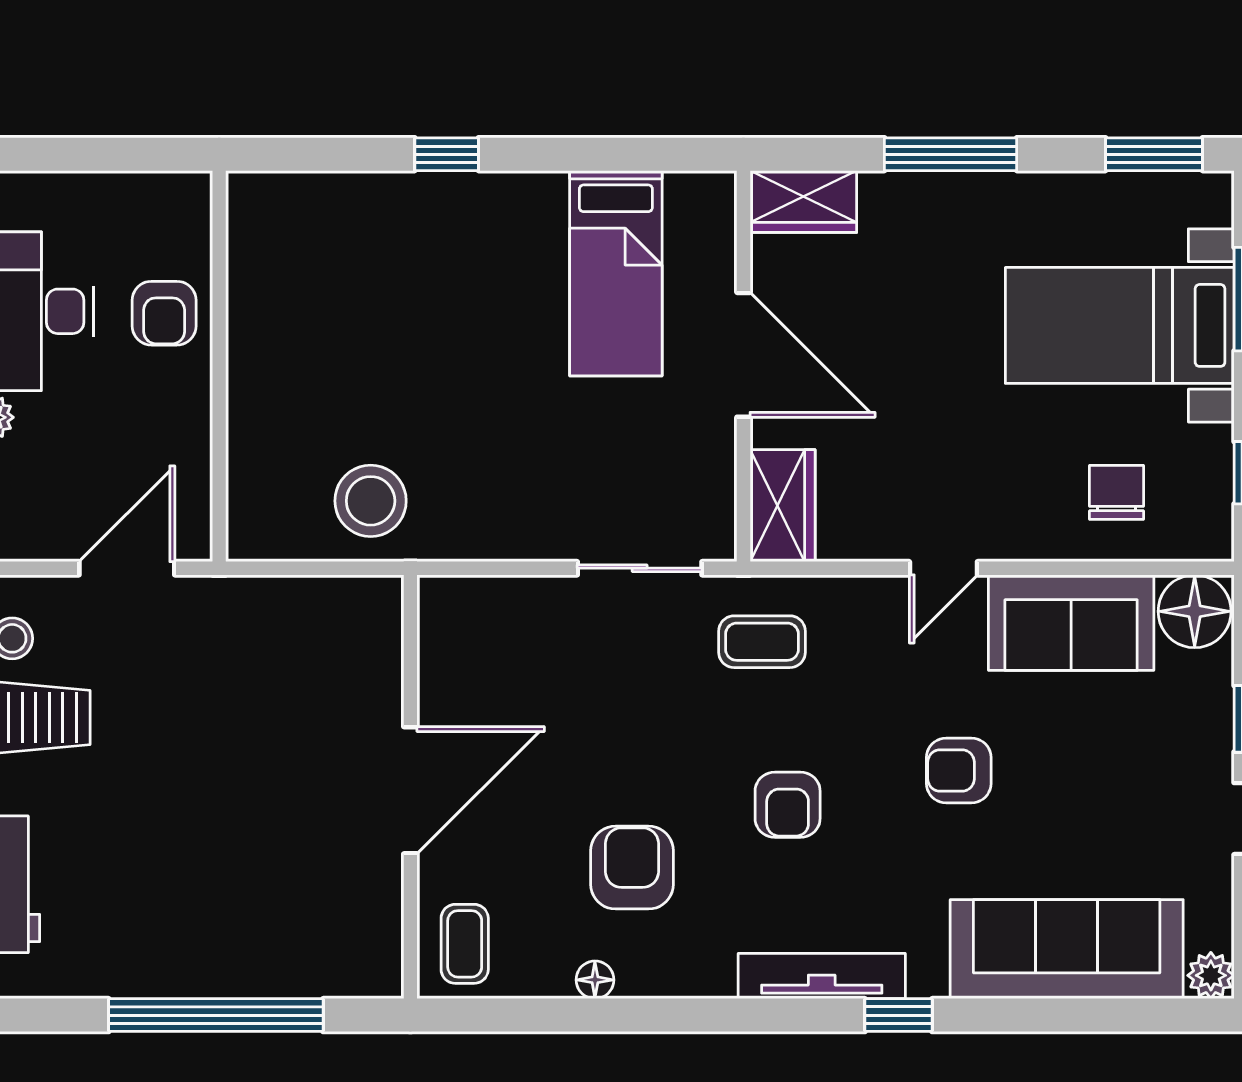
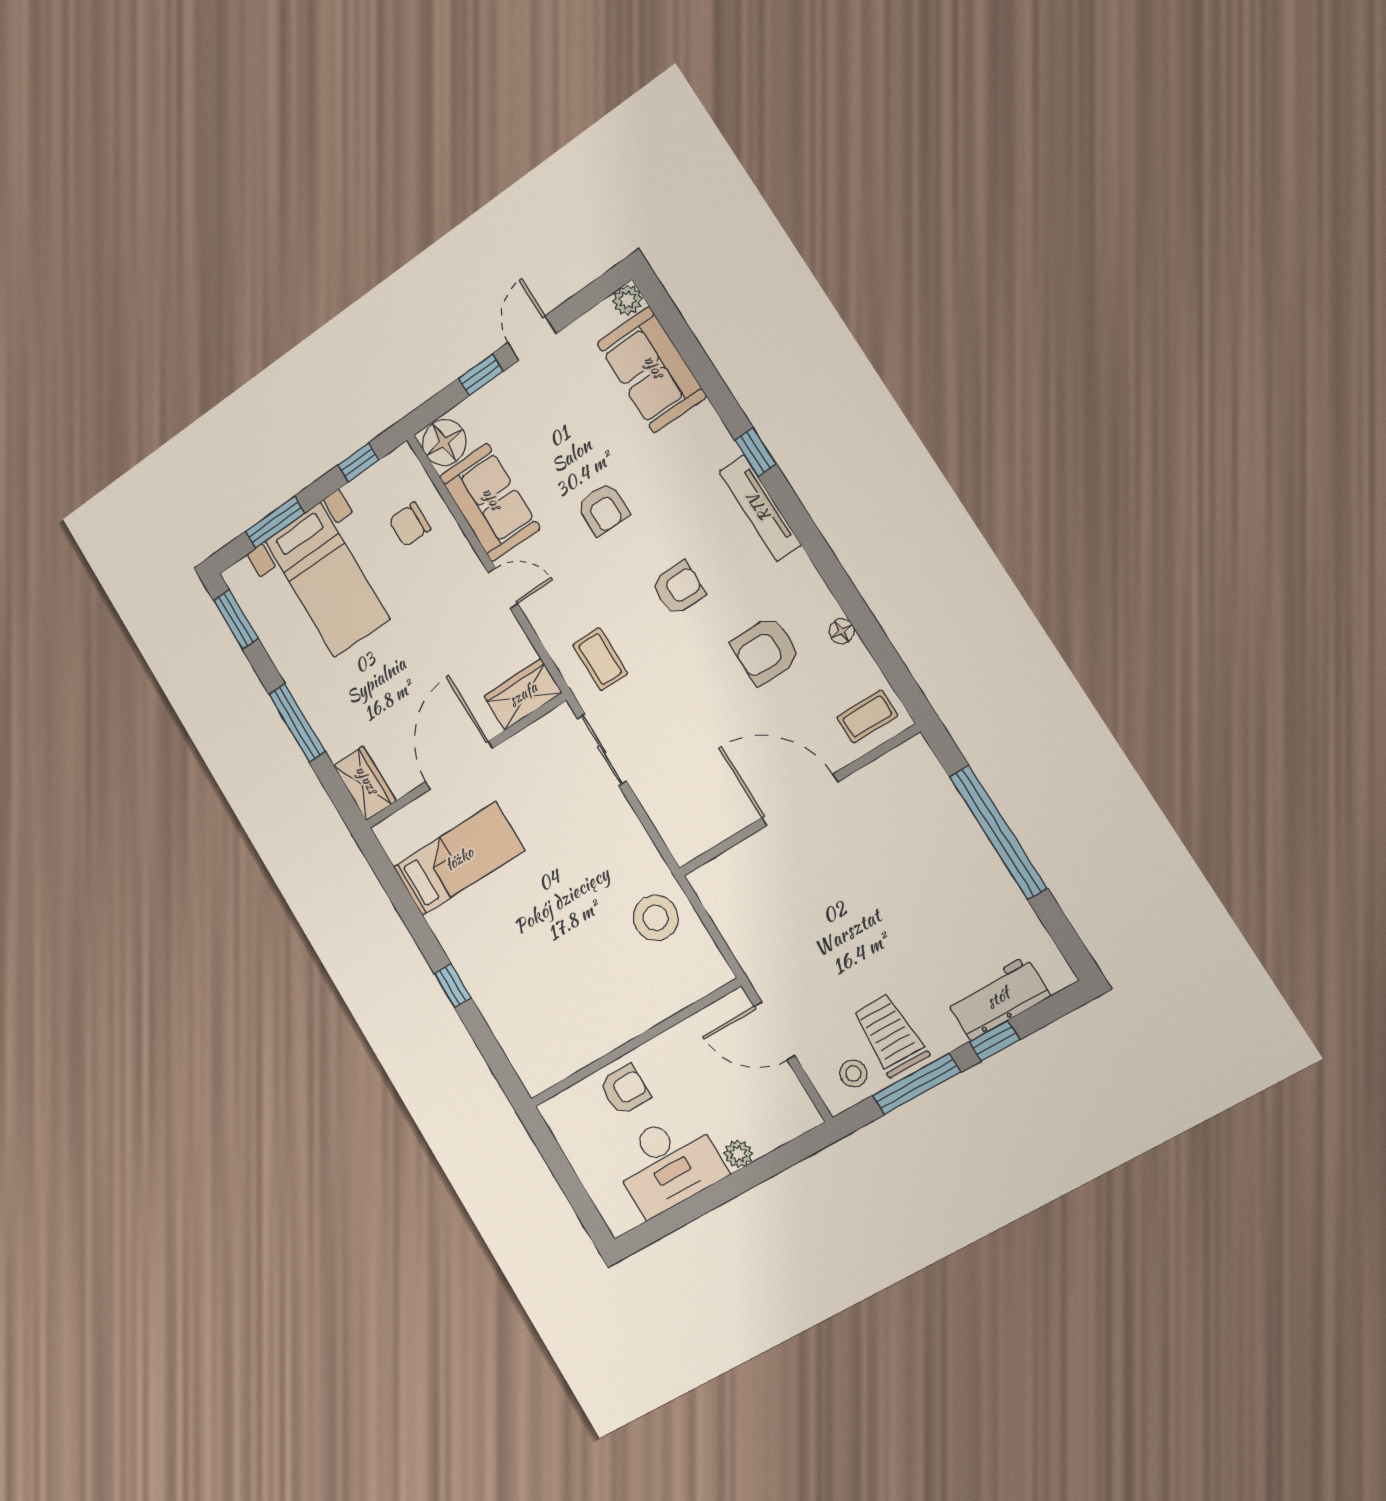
sofa: (1067, 949) -> (652, 370), width x0.73

